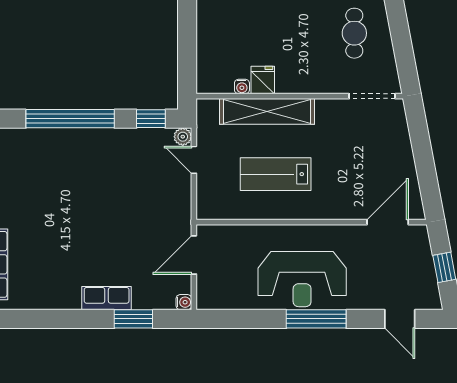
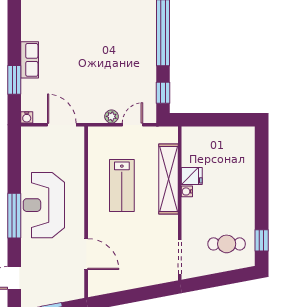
water cooler: (242, 87) -> (187, 191), moved
plant: (183, 137) -> (112, 116), moved
lab bench: (276, 174) -> (122, 186), turned 180
door: (388, 222) -> (86, 254), moved

